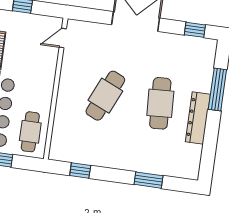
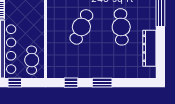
dresser: (198, 118) -> (149, 48), moved
window: (148, 180) -> (102, 83), moved

